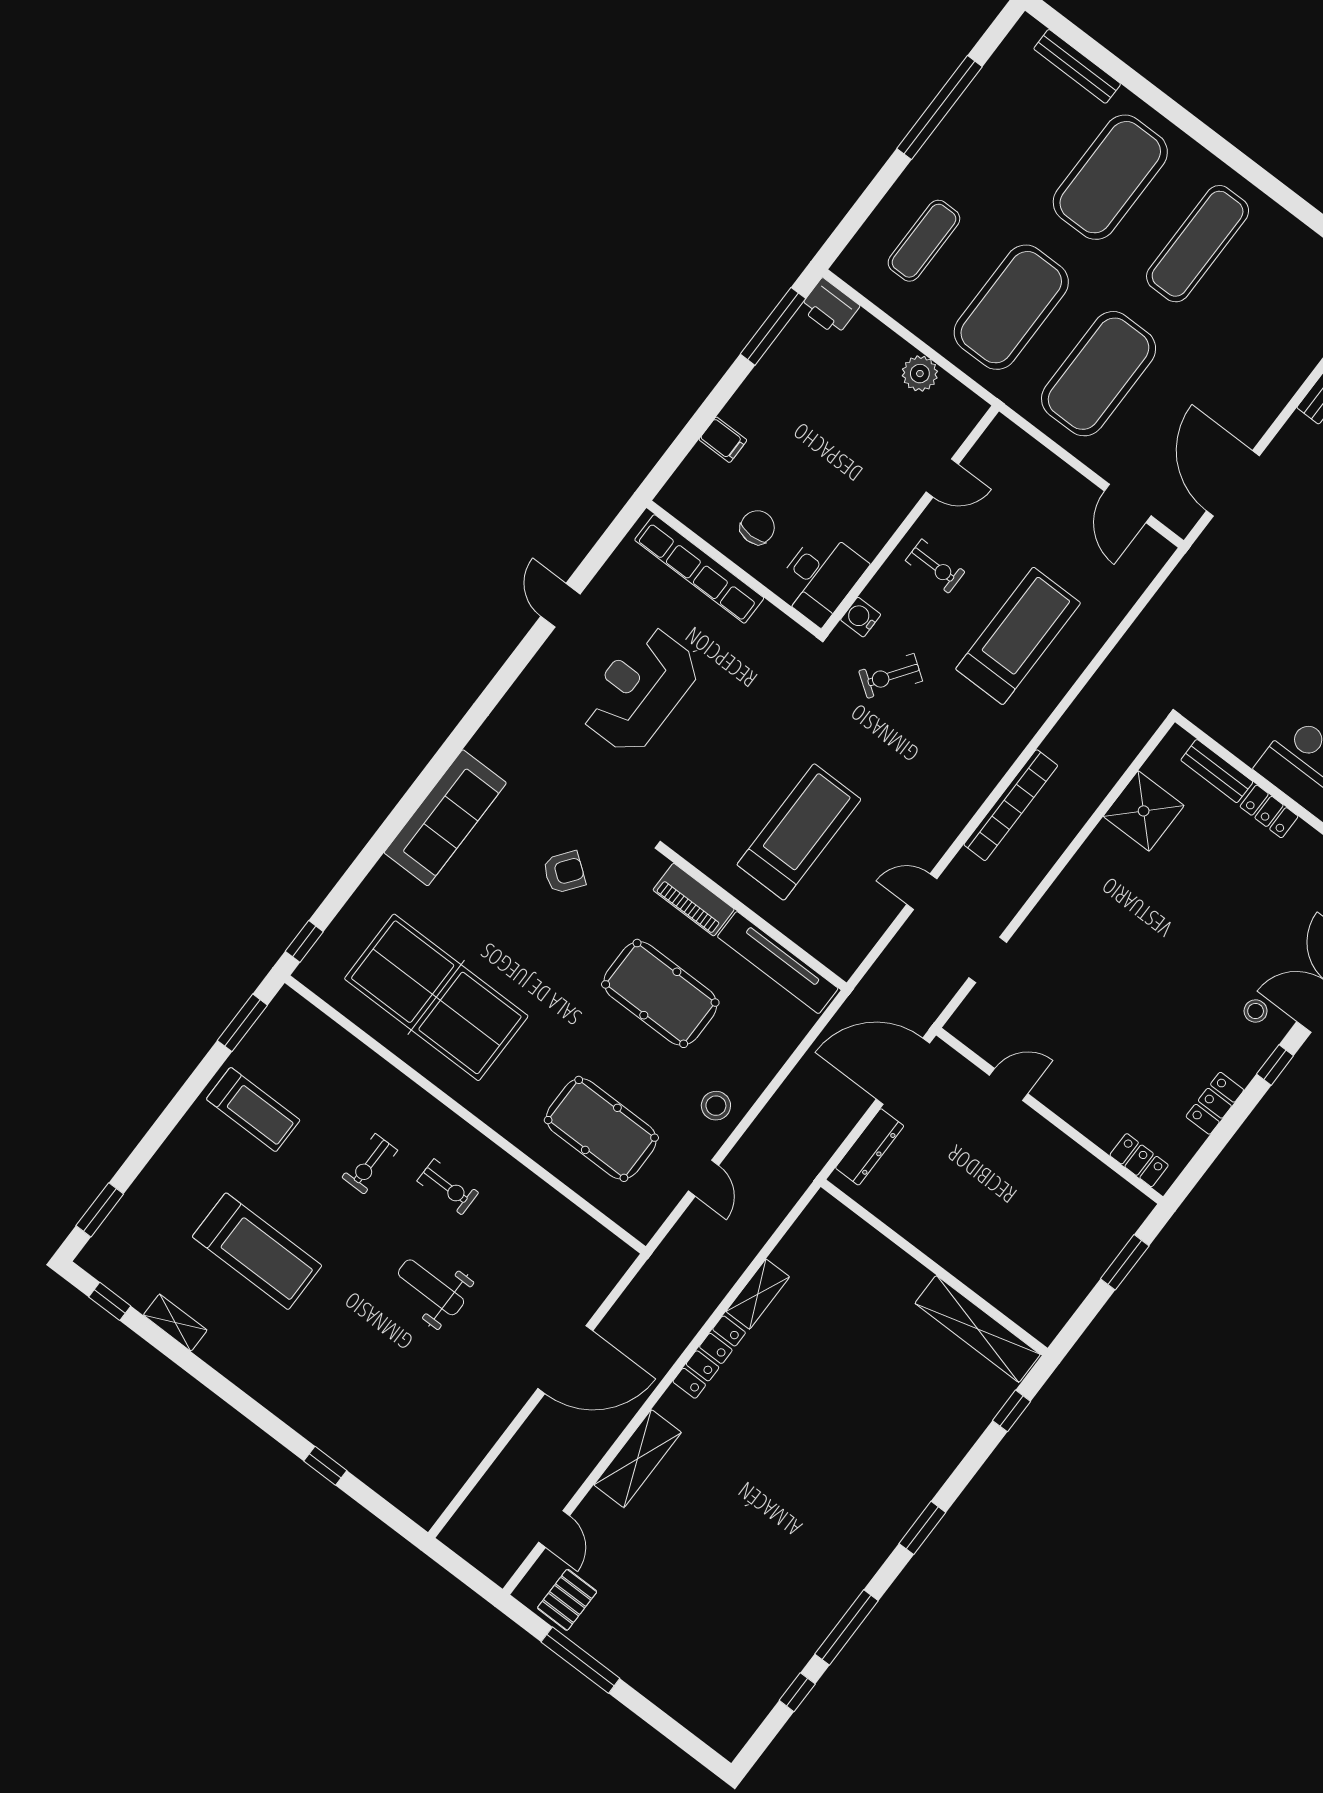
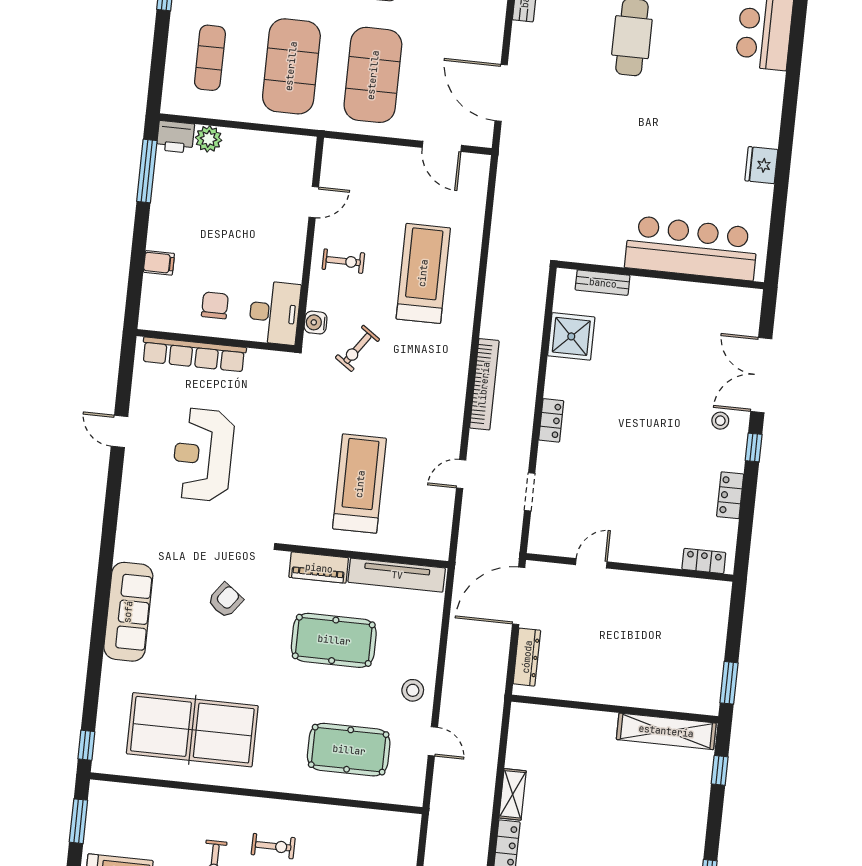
plant: (920, 374) -> (209, 139), moved
locker: (1269, 811) -> (551, 420), moved, turned -90
window: (1125, 1262) -> (729, 683), moved

